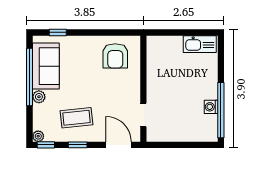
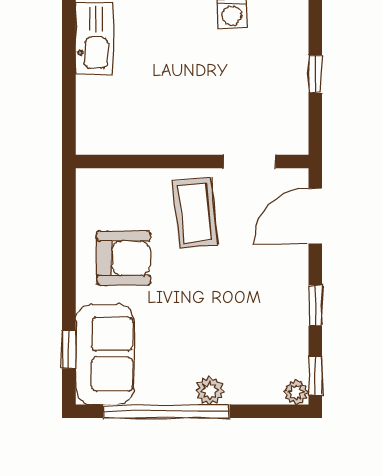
armchair: (115, 56) -> (124, 258), moved
sofa: (46, 66) -> (105, 354), moved, turned 90
coffee table: (77, 118) -> (195, 213), moved
window: (183, 145) -> (315, 74), added

